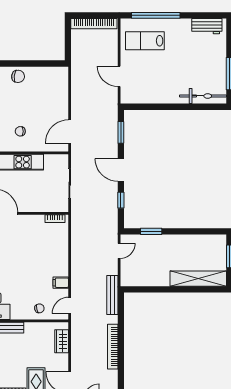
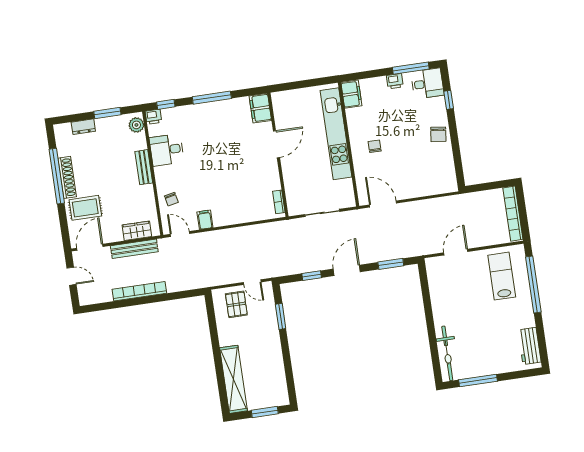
pallet: (136, 267) -> (236, 304), added
bench: (112, 295) -> (134, 249), moved

